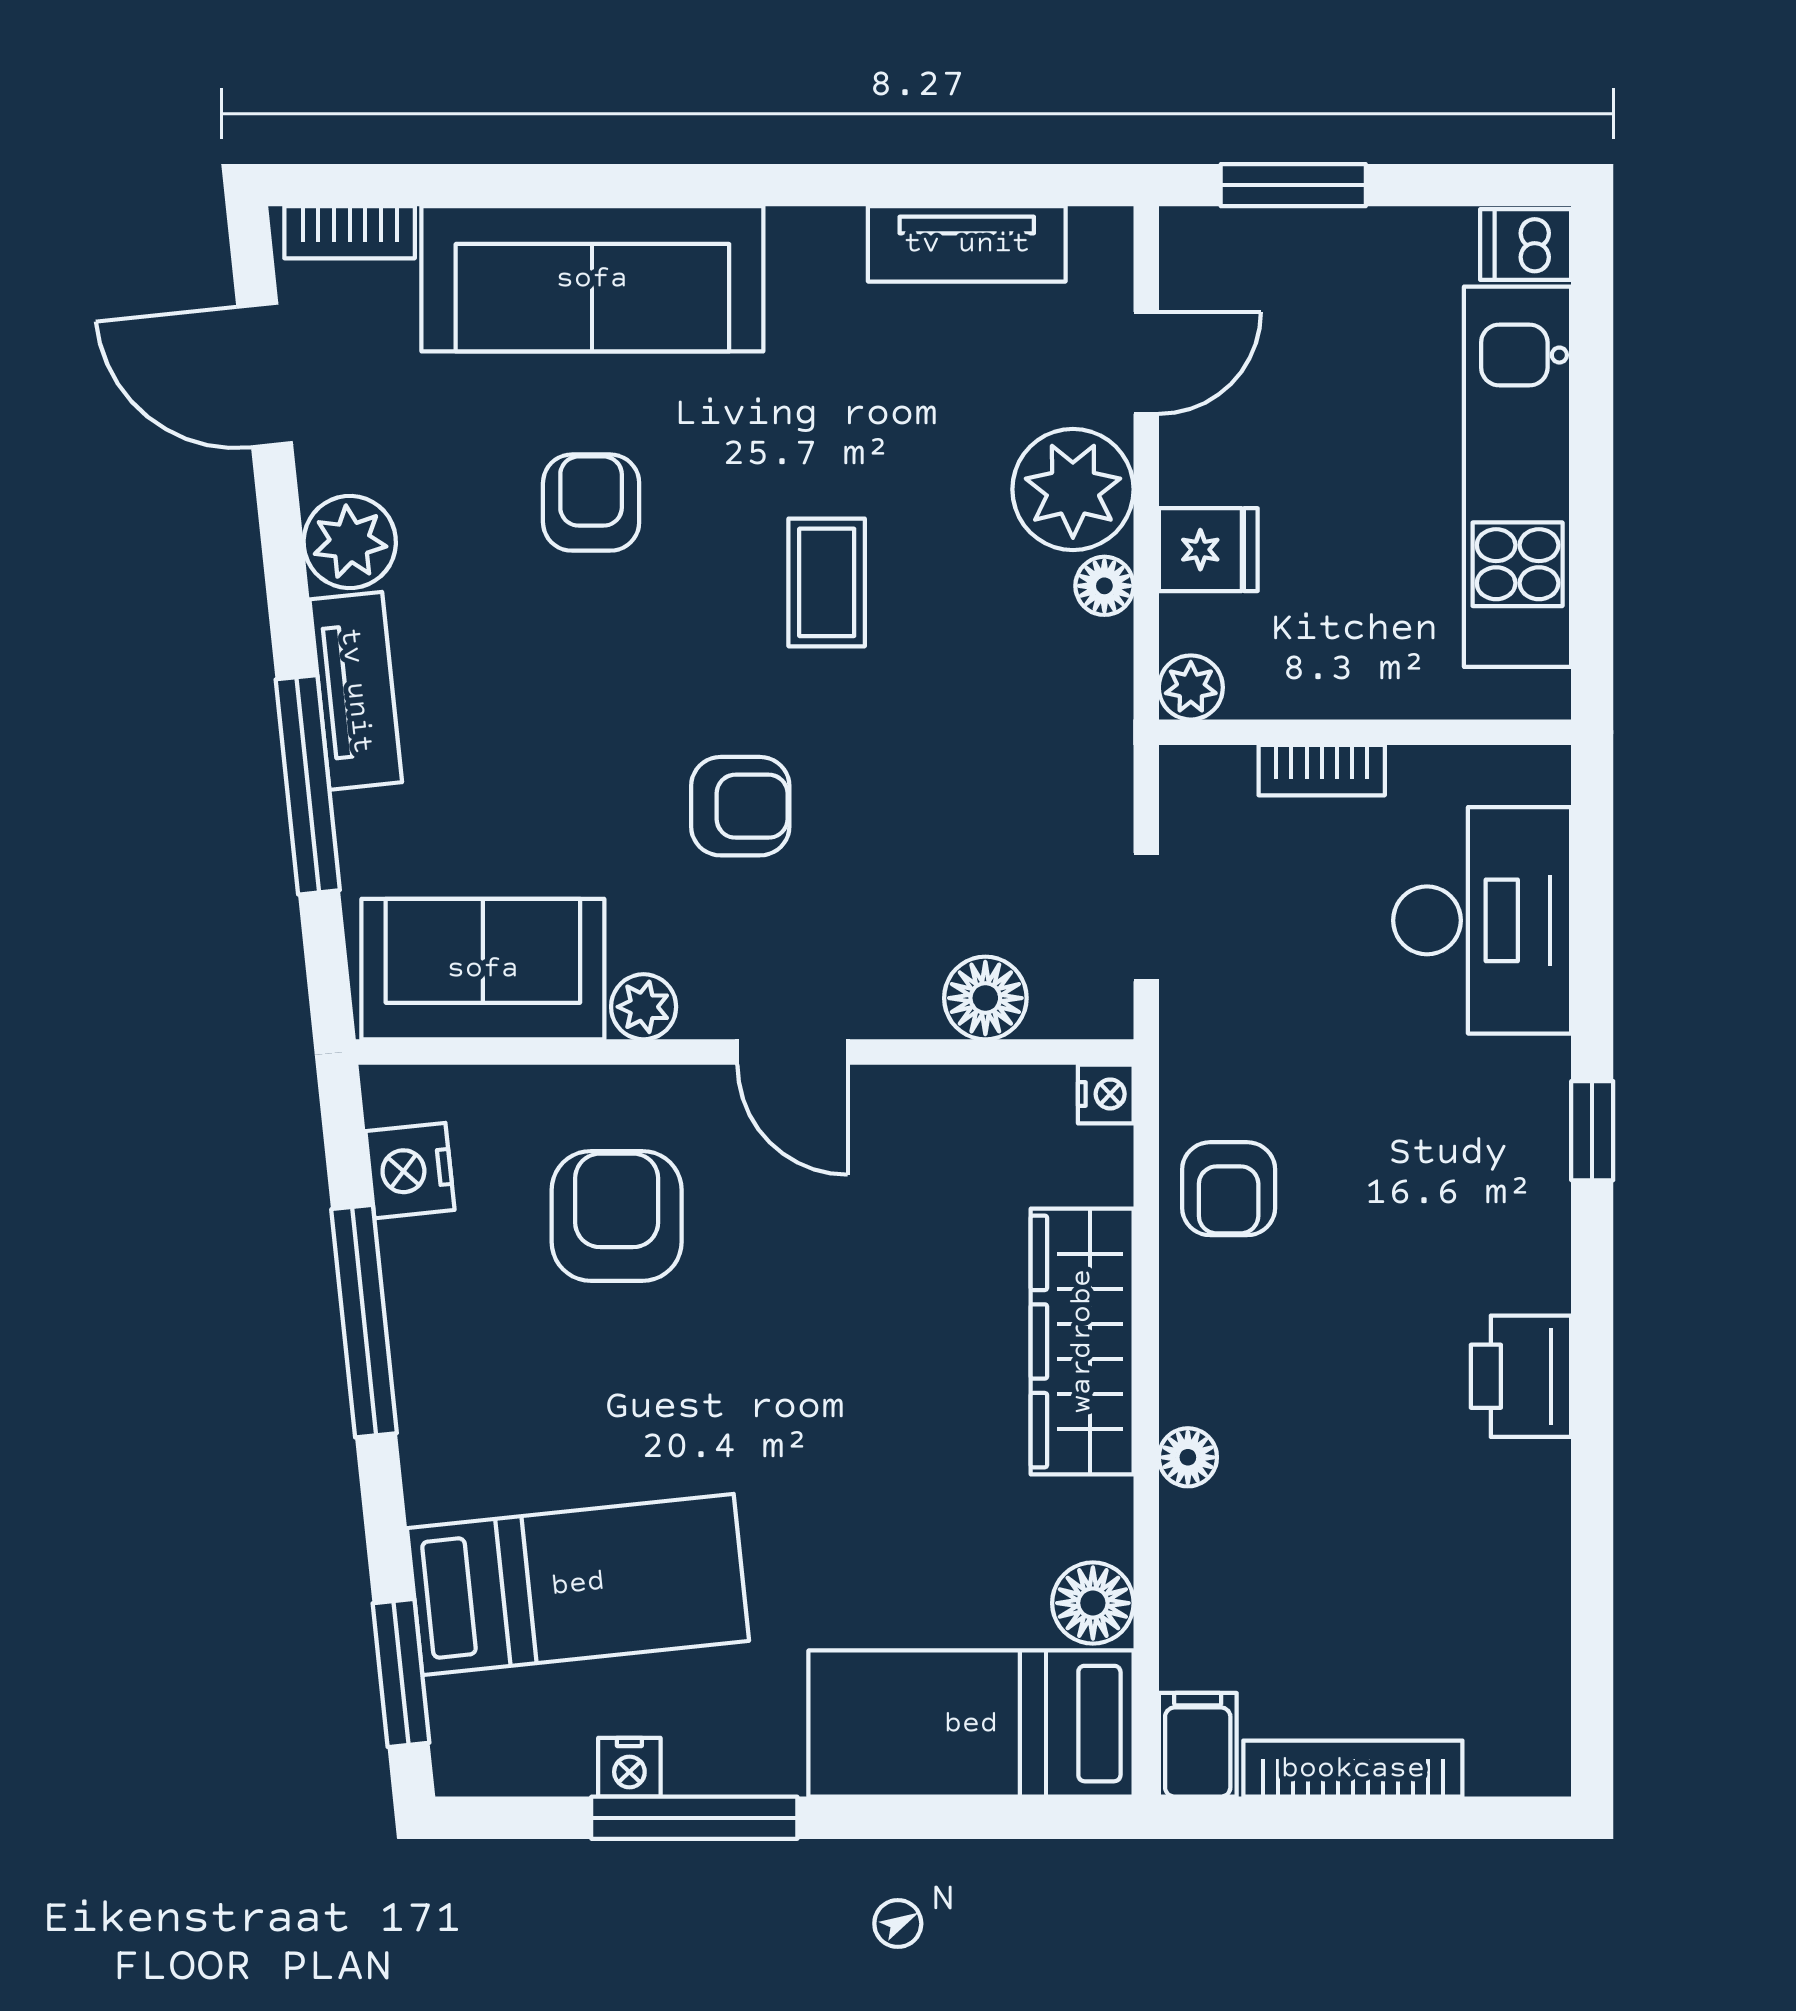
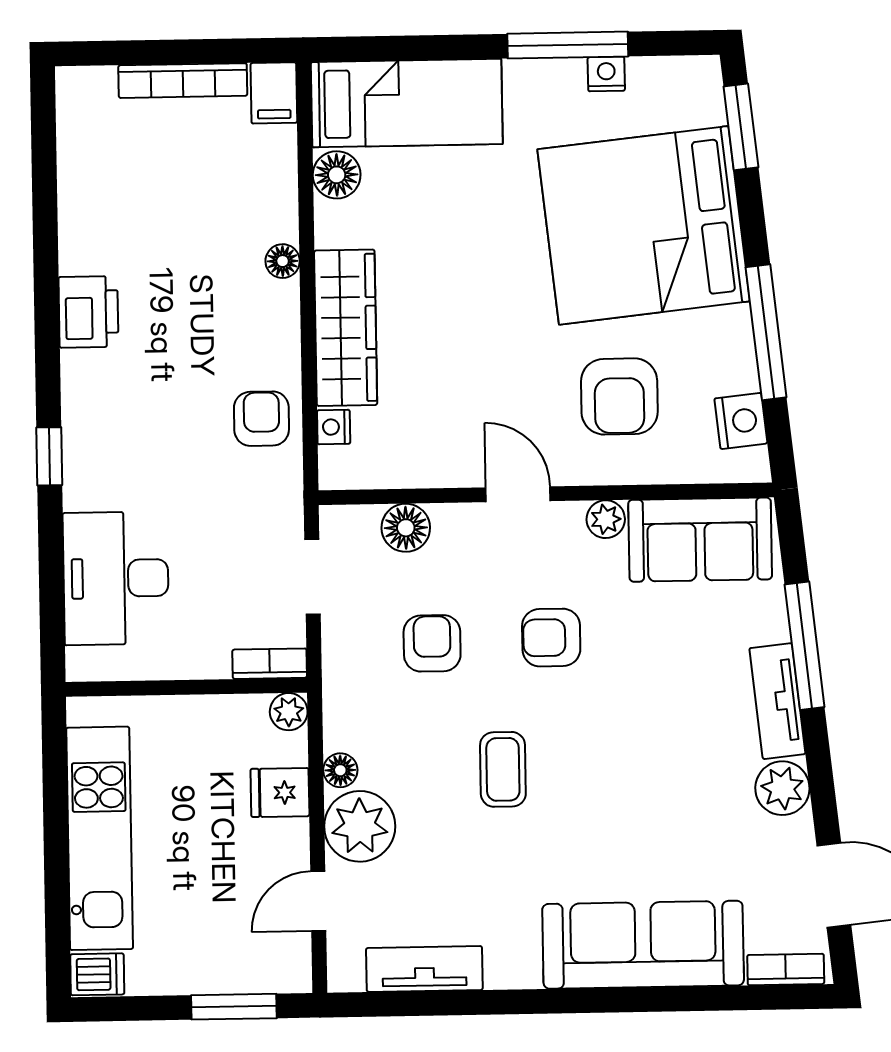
armchair: (591, 503) -> (432, 643), moved, turned 180
bookcase: (1322, 770) -> (270, 664), moved
nightstand: (1106, 1094) -> (334, 427), moved
bed: (578, 1584) -> (644, 225), width x2.04

